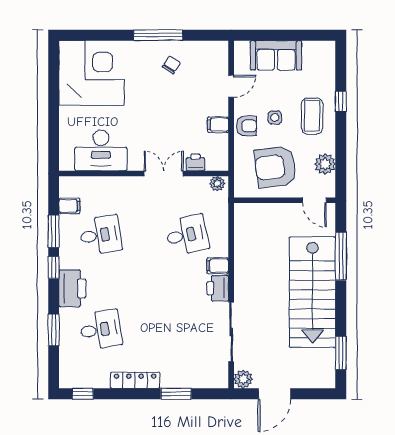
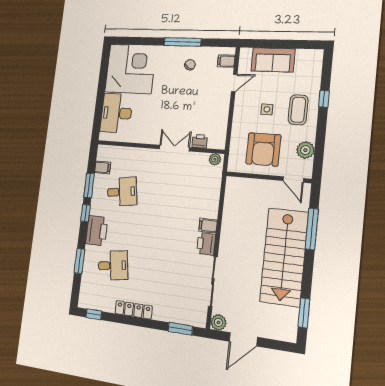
filing cabinet: (218, 125) -> (226, 61), moved
armchair: (246, 126) -> (243, 115), removed
desk: (101, 150) -> (116, 113), moved, turned 90
armchair: (275, 167) -> (263, 149), turned -83
desk: (187, 235) -> (187, 198), removed
window: (176, 394) -> (180, 329), moved

